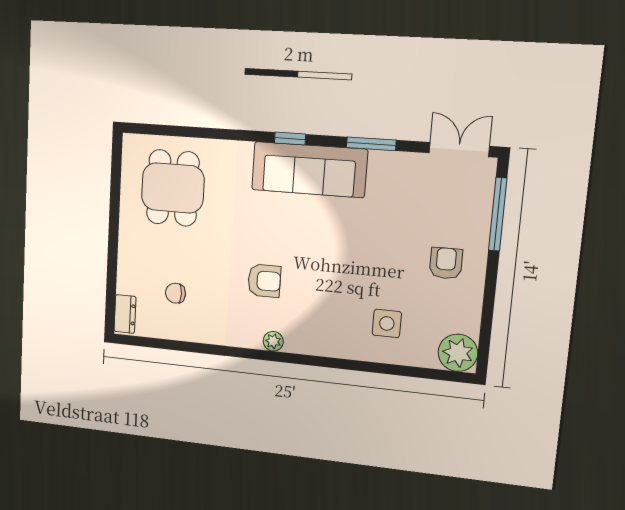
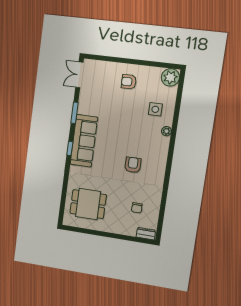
window: (498, 214) -> (108, 59), removed
plant: (273, 341) -> (167, 131), moved

